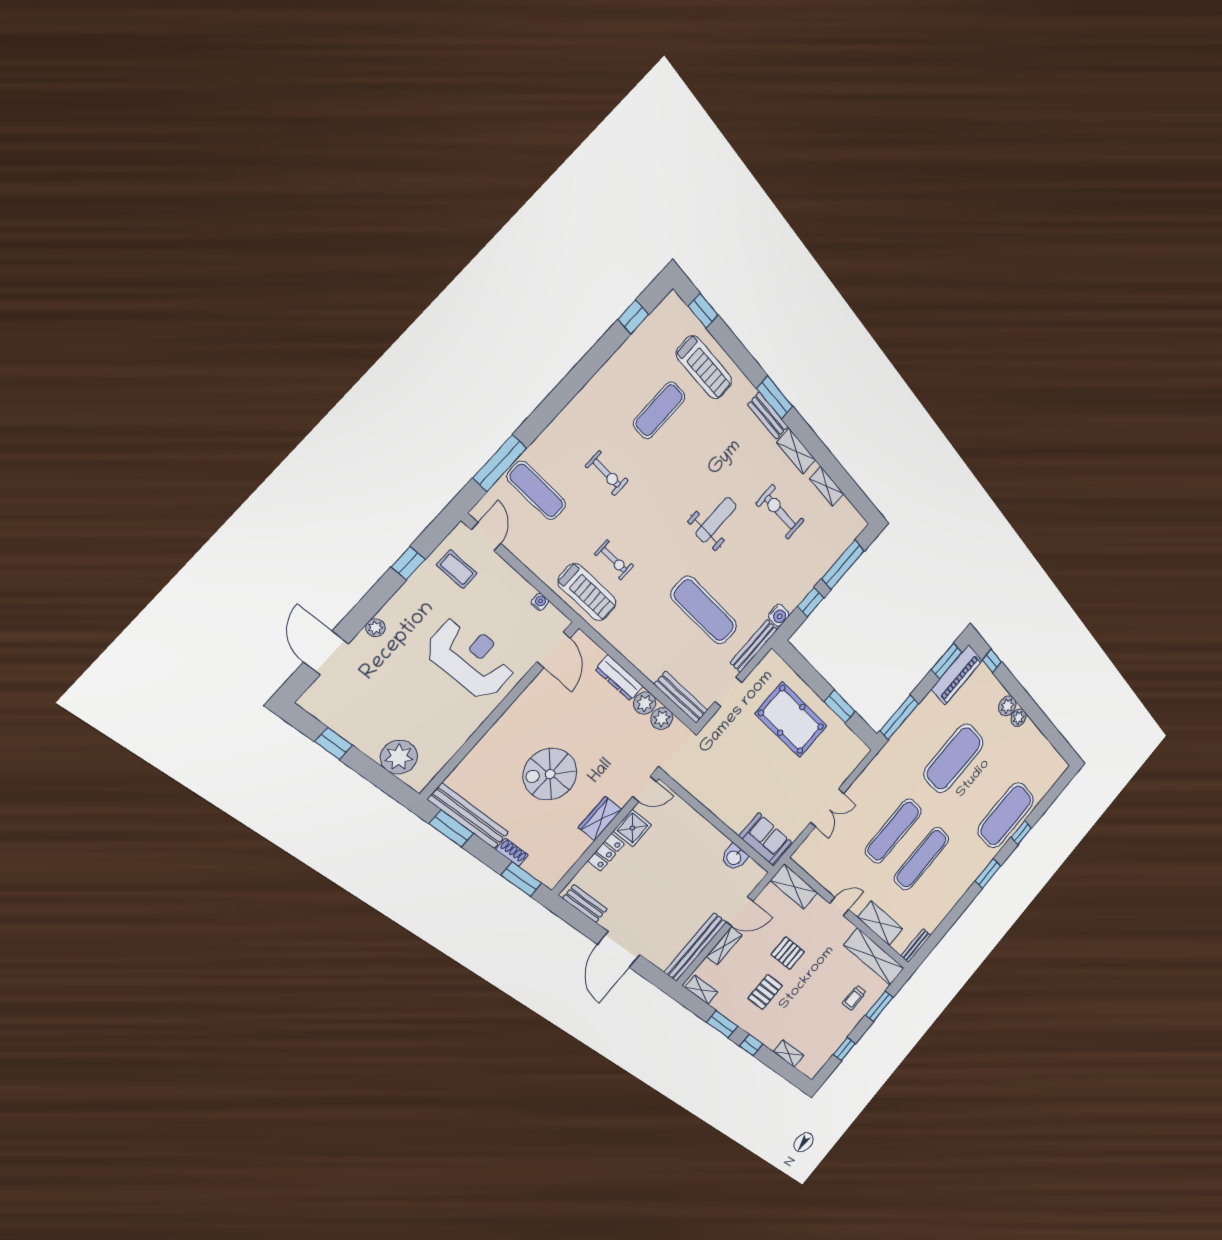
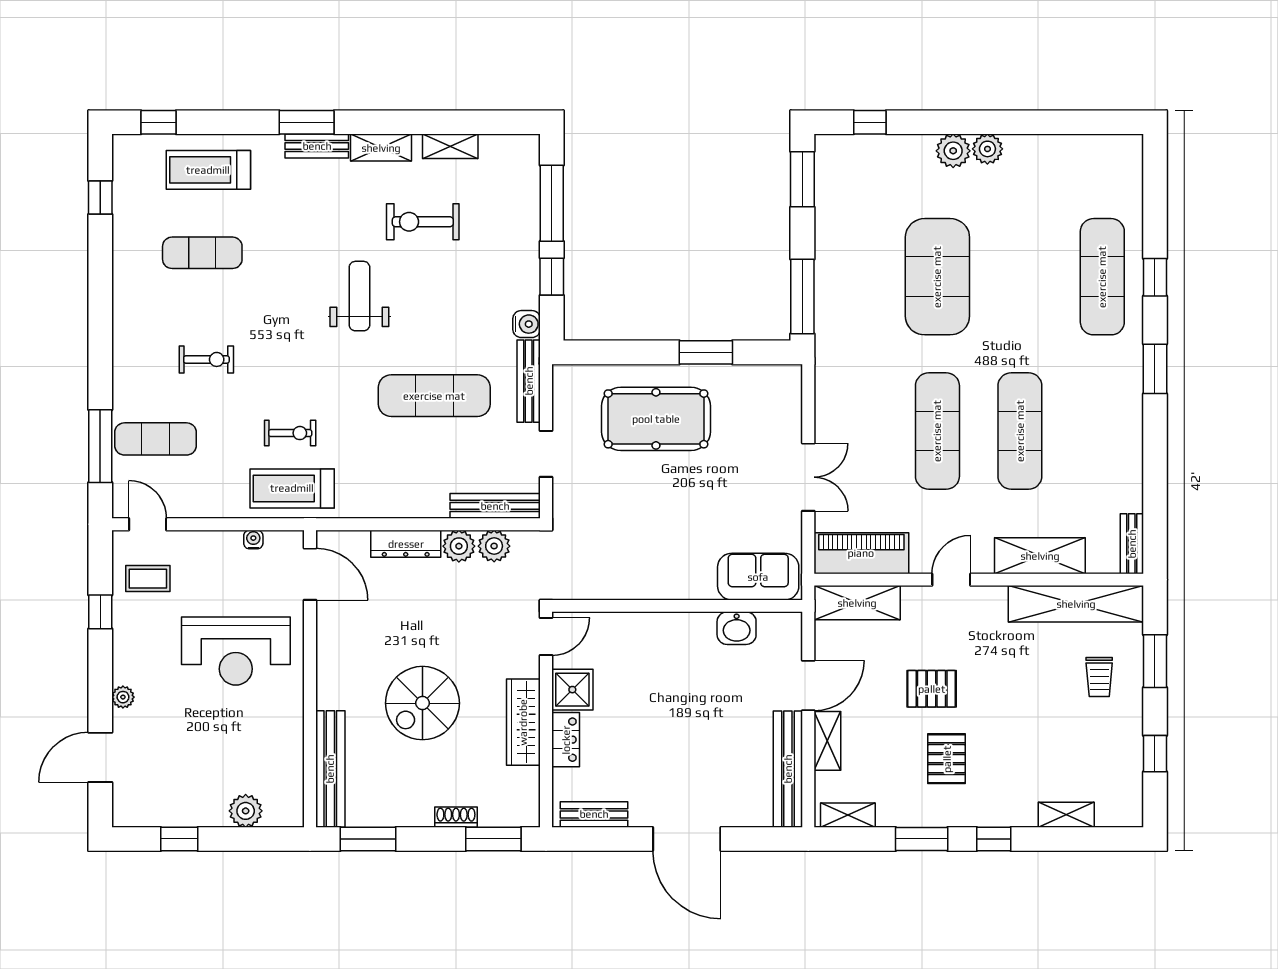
treadmill: (704, 367) -> (208, 170), turned 180
exercise mat: (659, 410) -> (202, 253), turned 90
treadmill: (587, 592) -> (292, 488), turned 180
door: (326, 653) -> (100, 757), hinge flipped
reception desk: (471, 658) -> (236, 651), turned 180
piano: (957, 675) -> (861, 553), moved, turned -90
plant: (399, 757) -> (246, 811), width x0.73, depth x0.73
exercise mat: (1006, 815) -> (1102, 277), width x0.68
bench: (468, 816) -> (330, 769), moved, turned 90
wardrobe: (600, 819) -> (523, 722), width x1.50

